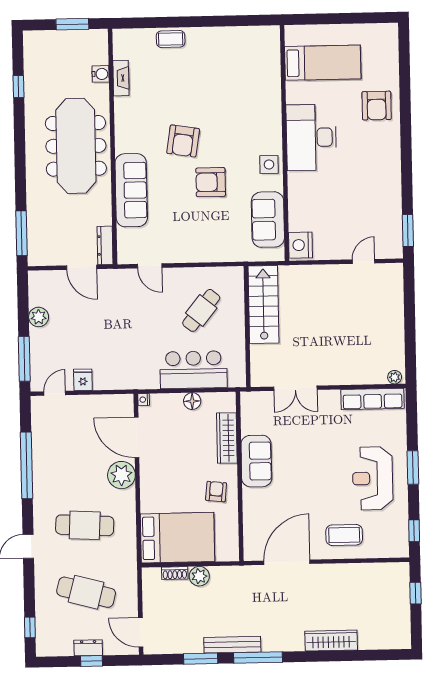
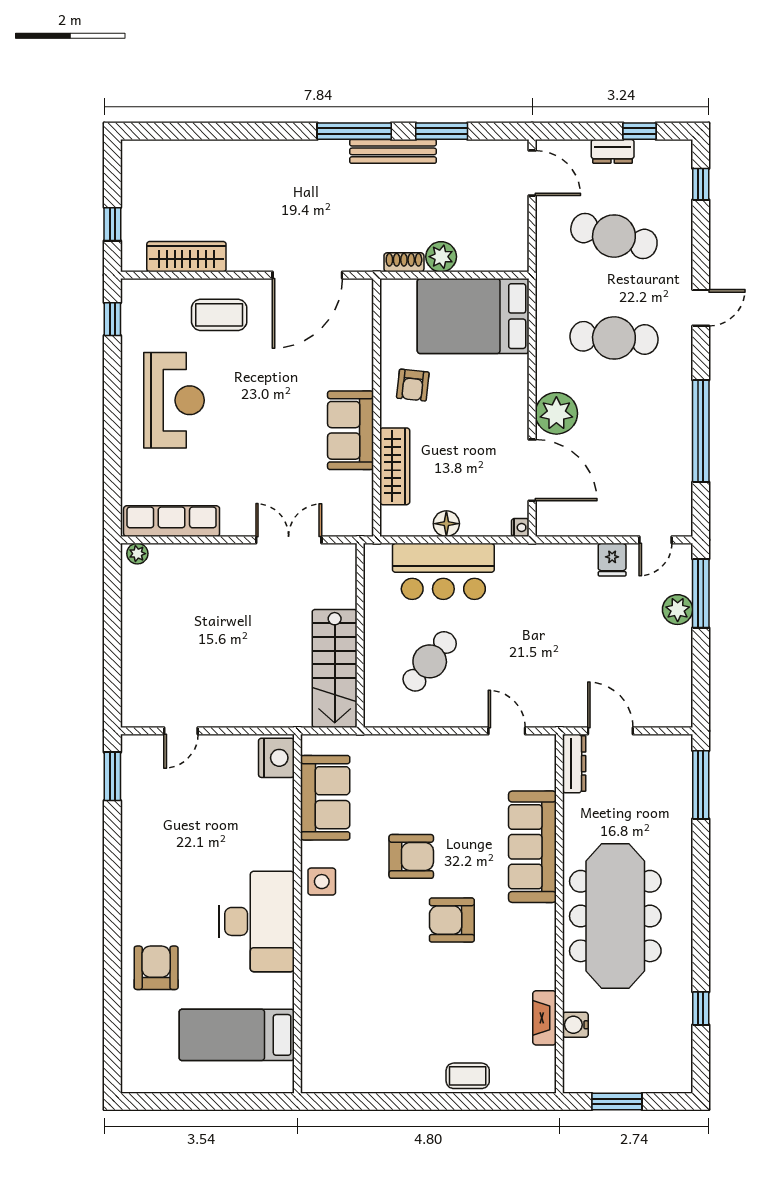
armchair: (183, 141) -> (452, 920), turned -99
plant: (39, 317) -> (678, 610), moved
window: (413, 468) -> (112, 415), removed
shoe rack: (175, 573) -> (404, 262), moved
wardrobe: (331, 641) -> (186, 257), moved, turned 180
window: (92, 661) -> (640, 131), moved

